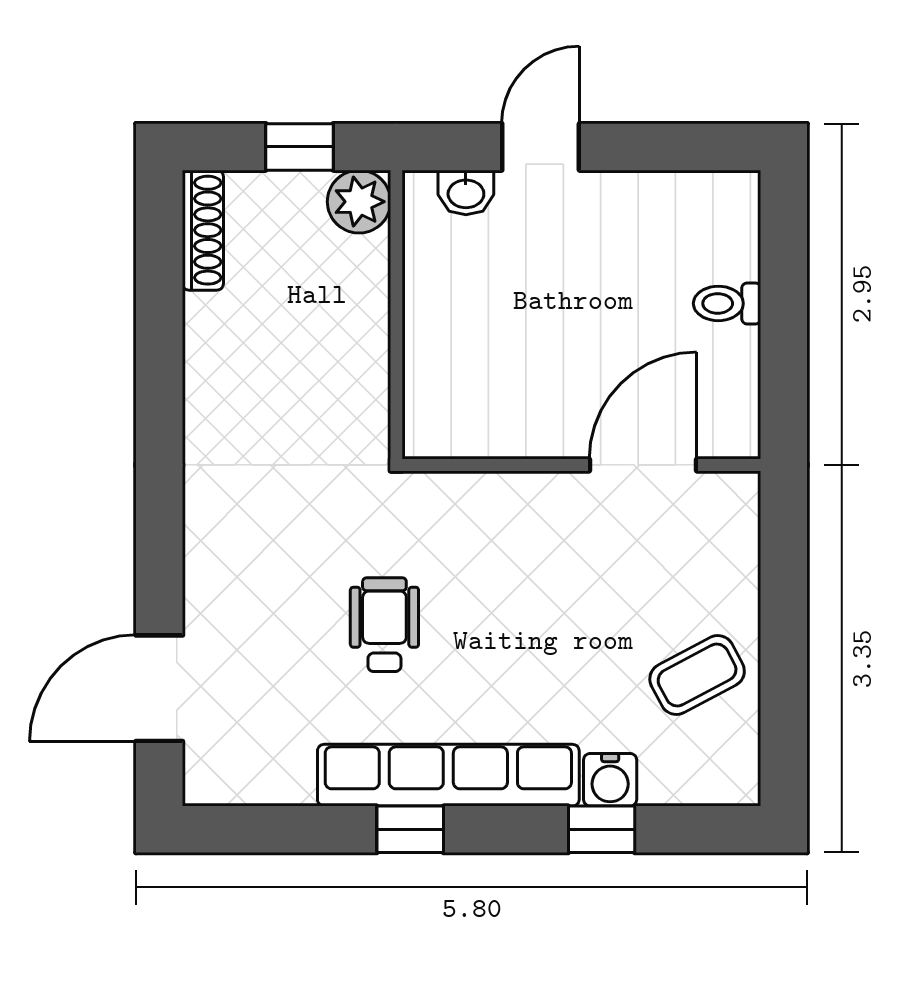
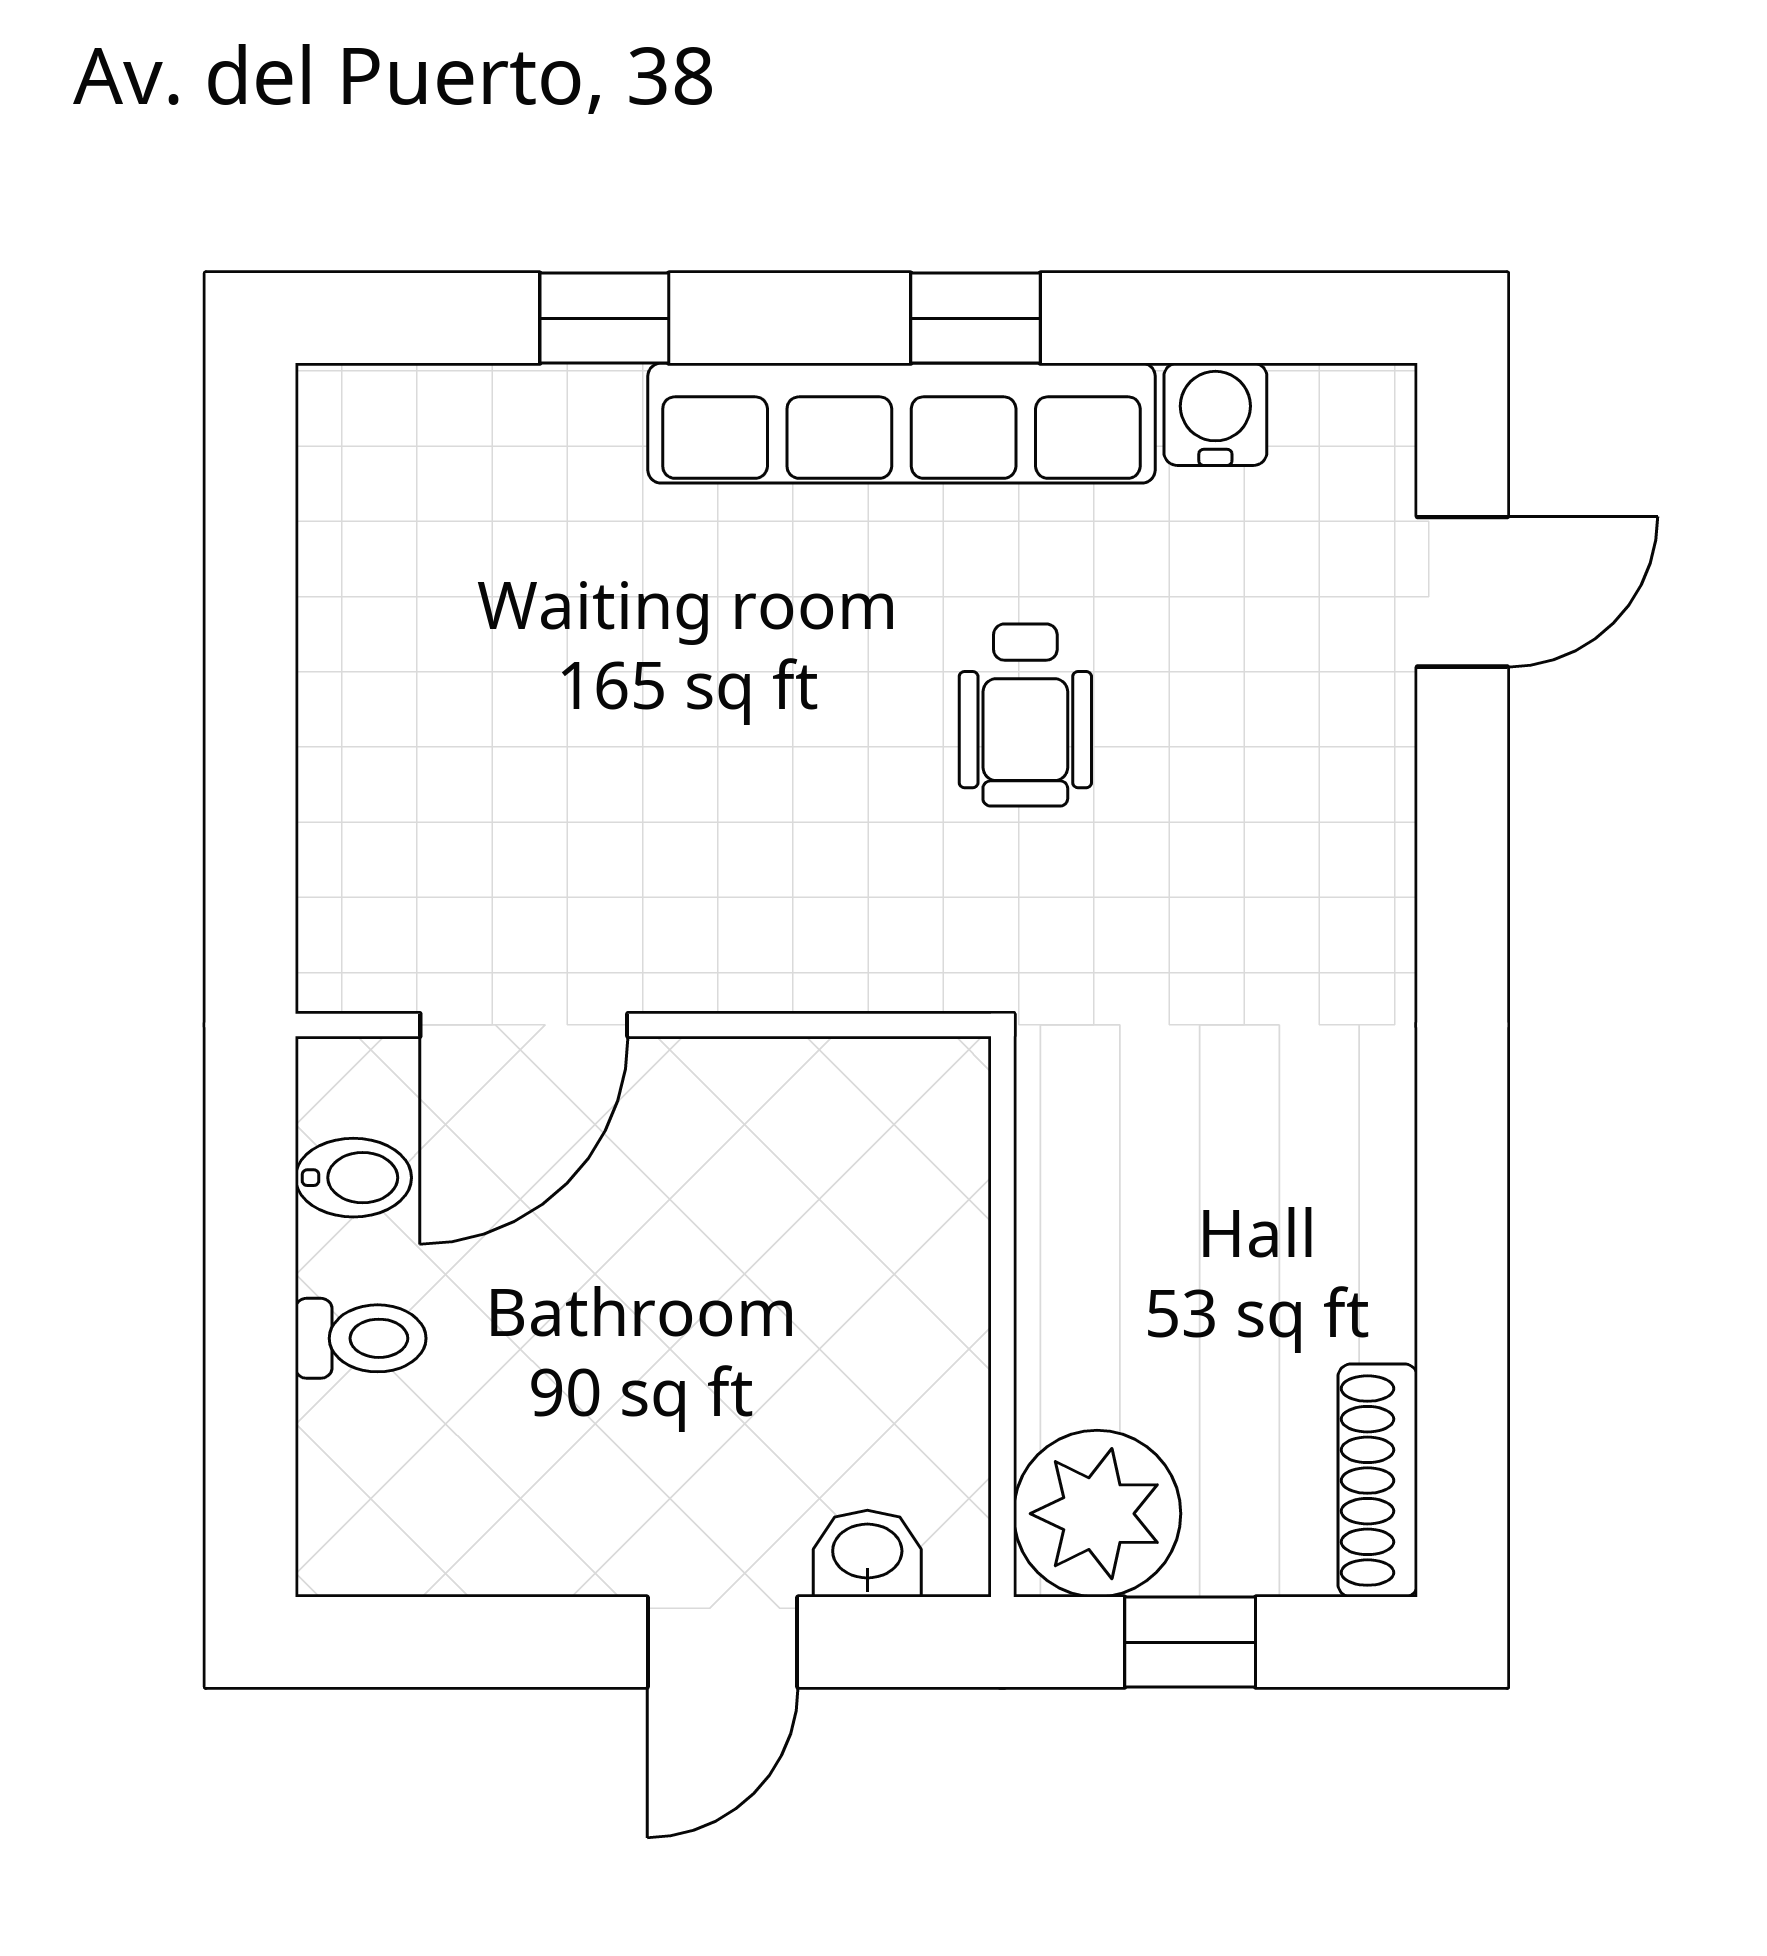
plant: (359, 202) -> (1097, 1514), width x1.36, depth x1.36
bidet: (731, 386) -> (353, 1178), added
coffee table: (697, 675) -> (419, 617), removed
door: (159, 688) -> (1462, 592), width x0.73
water cooler: (610, 780) -> (1215, 414), moved

